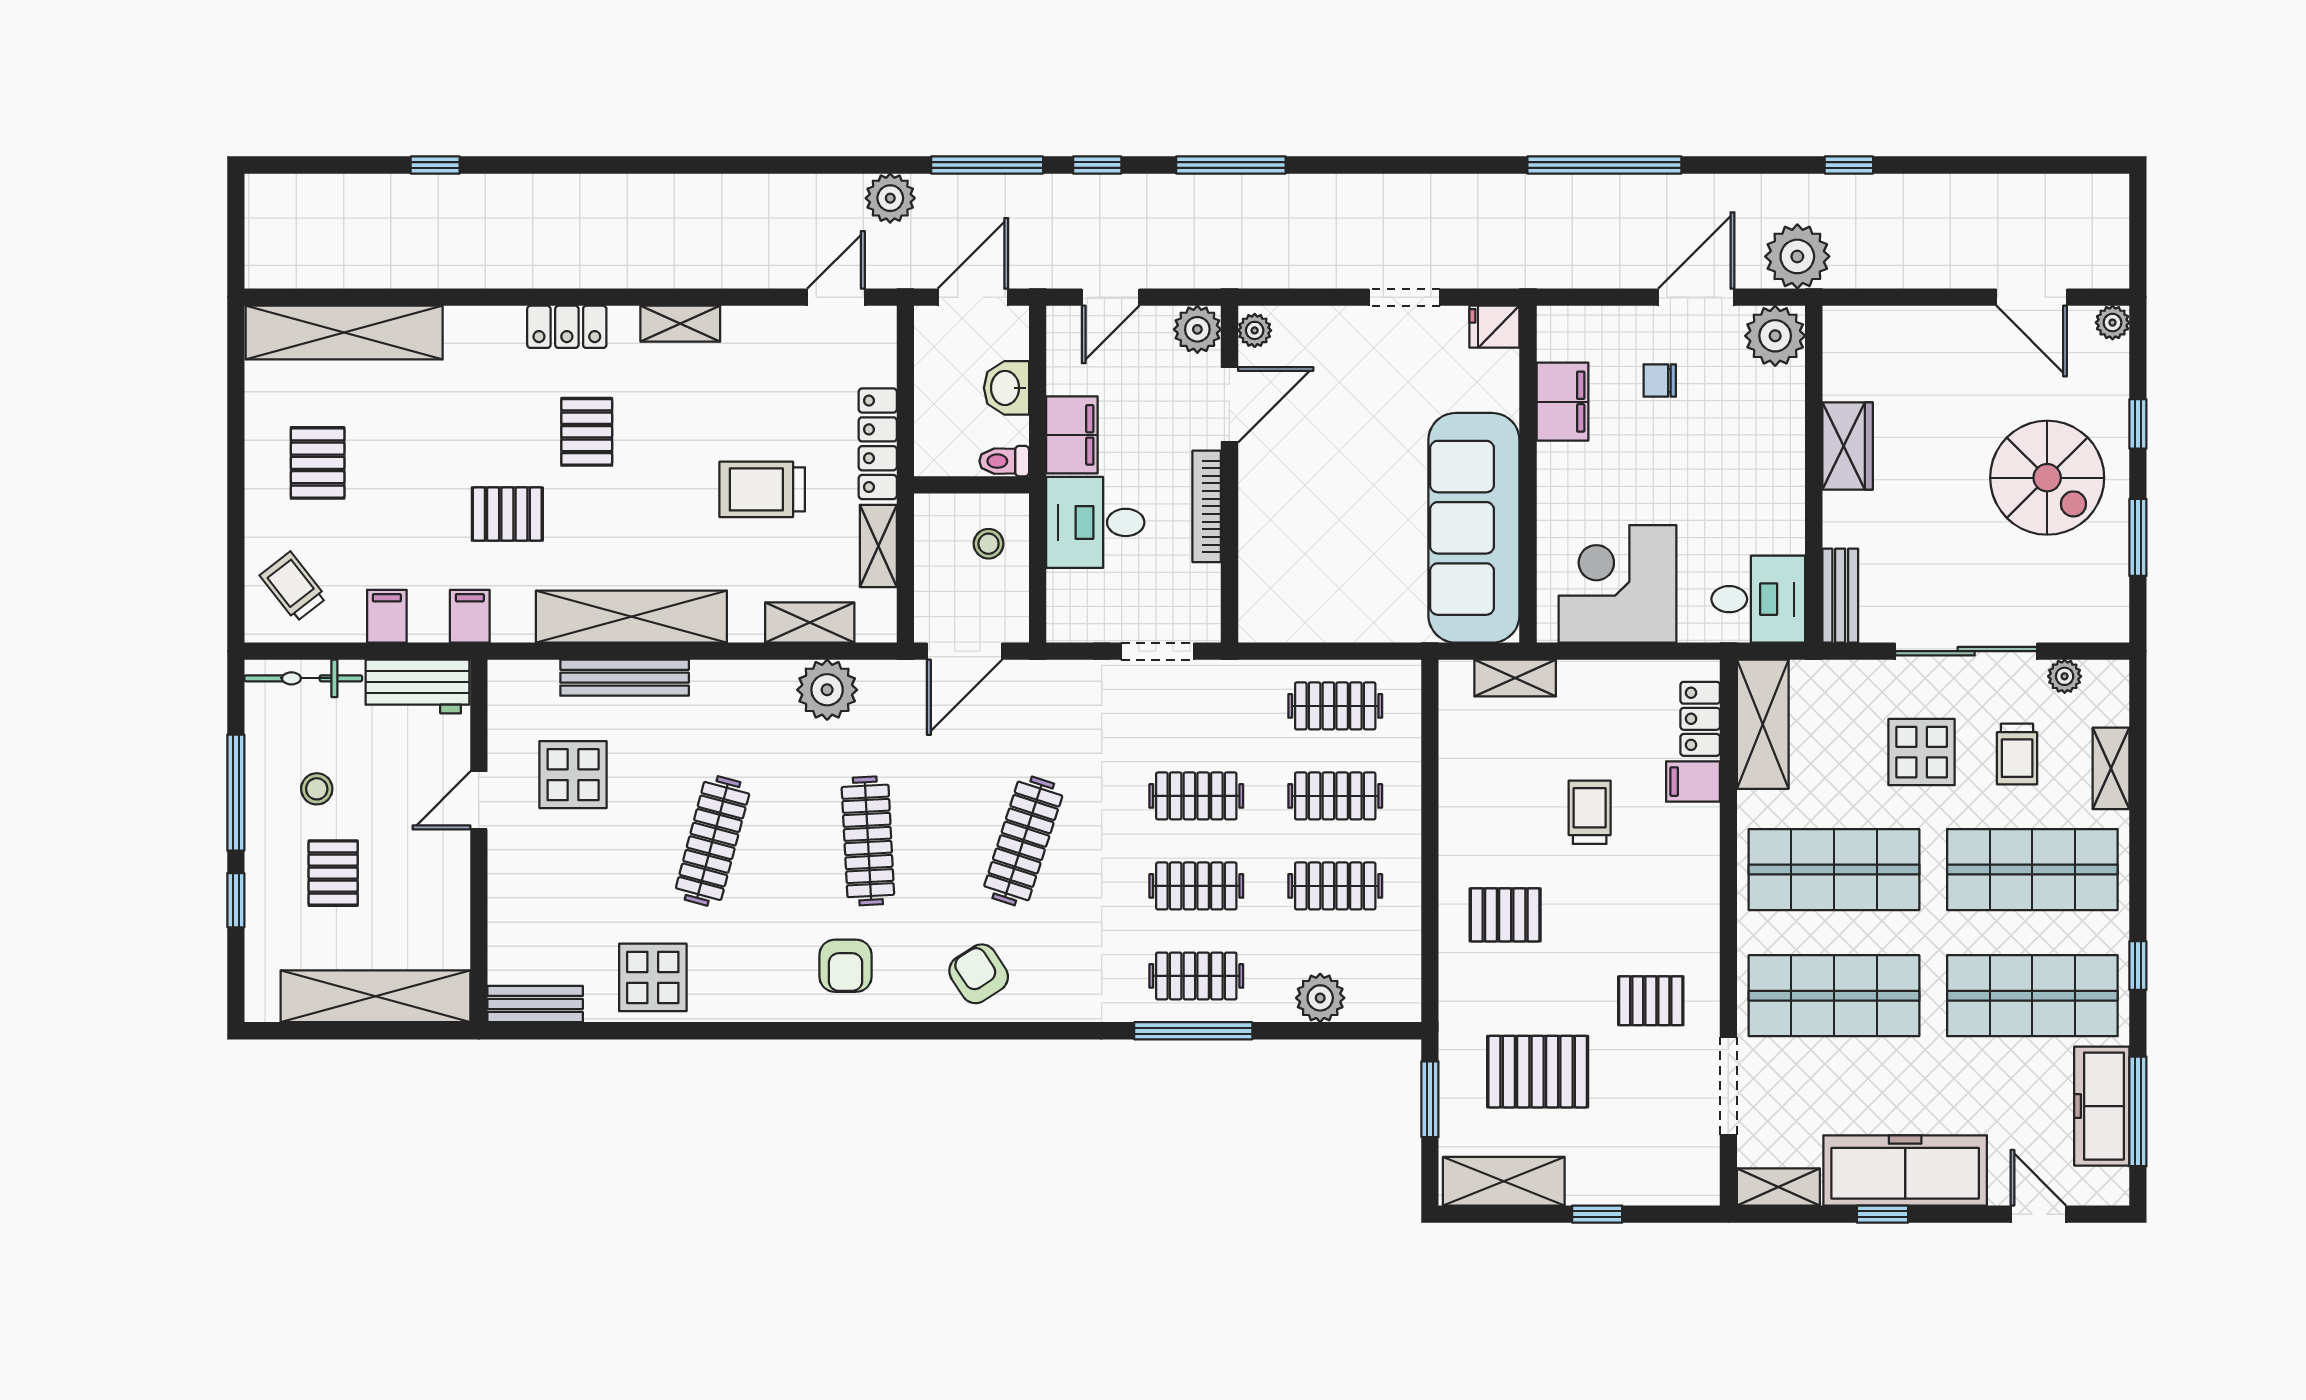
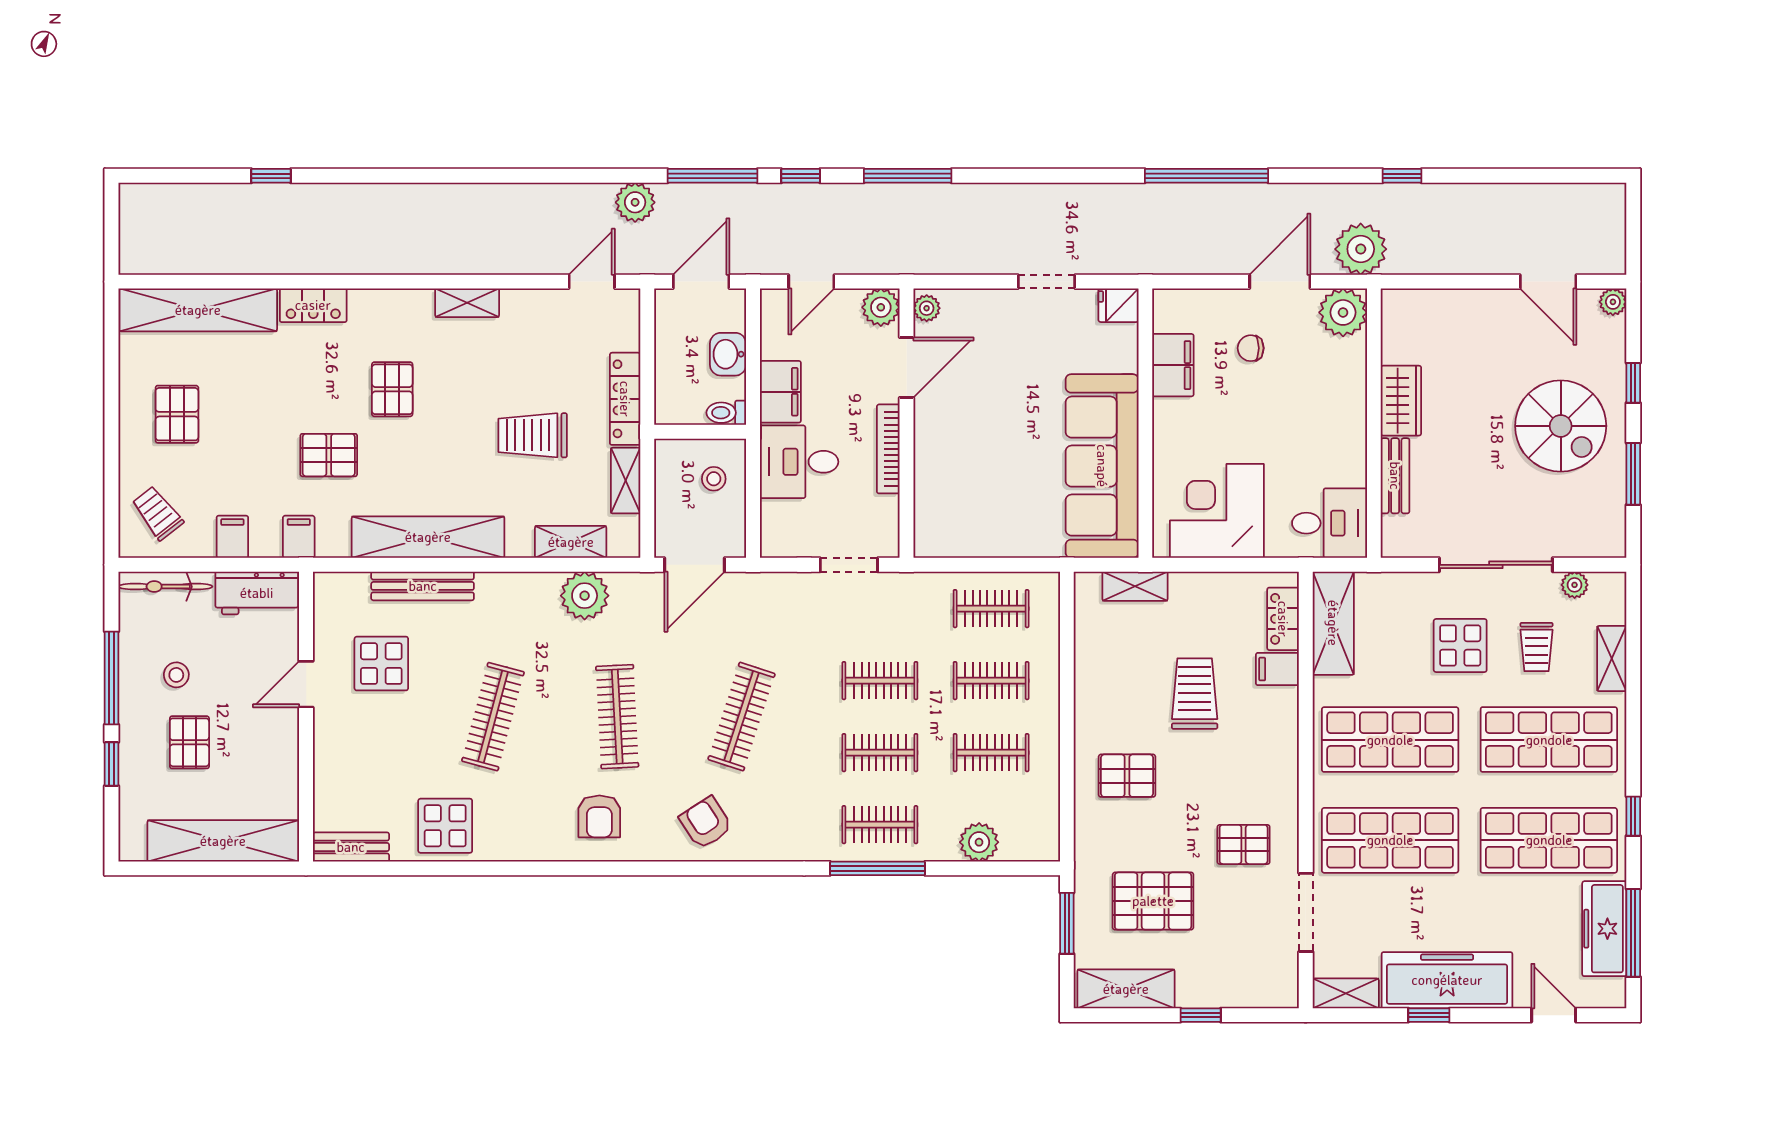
locker: (567, 327) -> (313, 305), moved
bench: (1840, 596) -> (1395, 476), moved
trolley: (1590, 812) -> (1195, 694), width x1.36, depth x1.39

